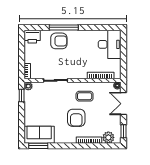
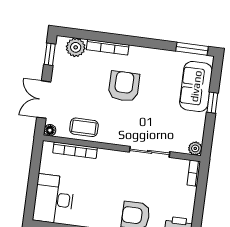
window: (22, 95) -> (212, 103), moved
coffee table: (85, 96) -> (84, 127), moved
double door: (123, 104) -> (44, 100), swing flipped
sofa: (39, 135) -> (196, 86), moved, turned 90

